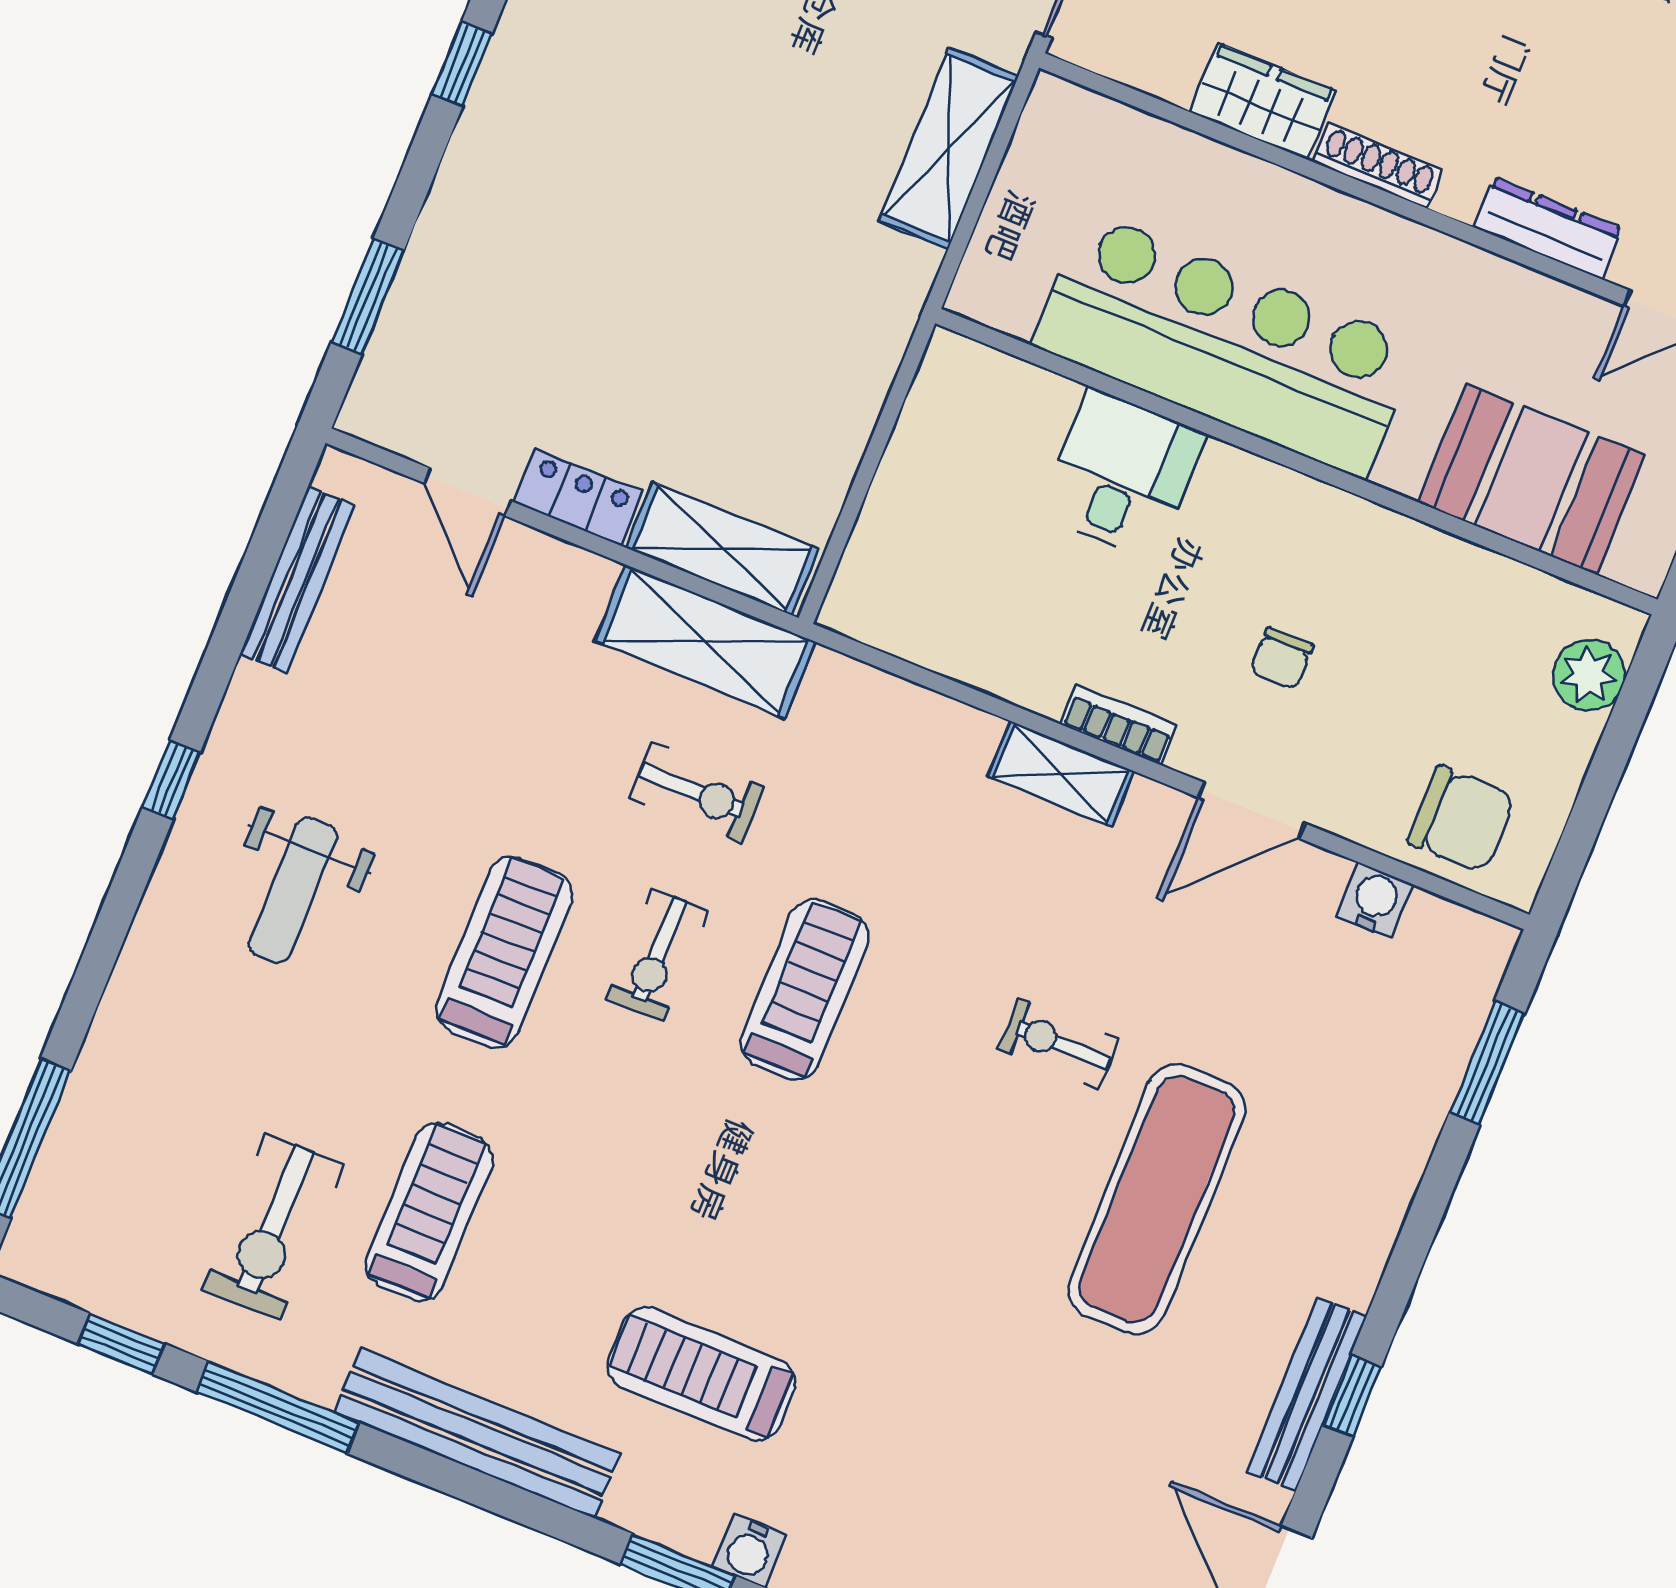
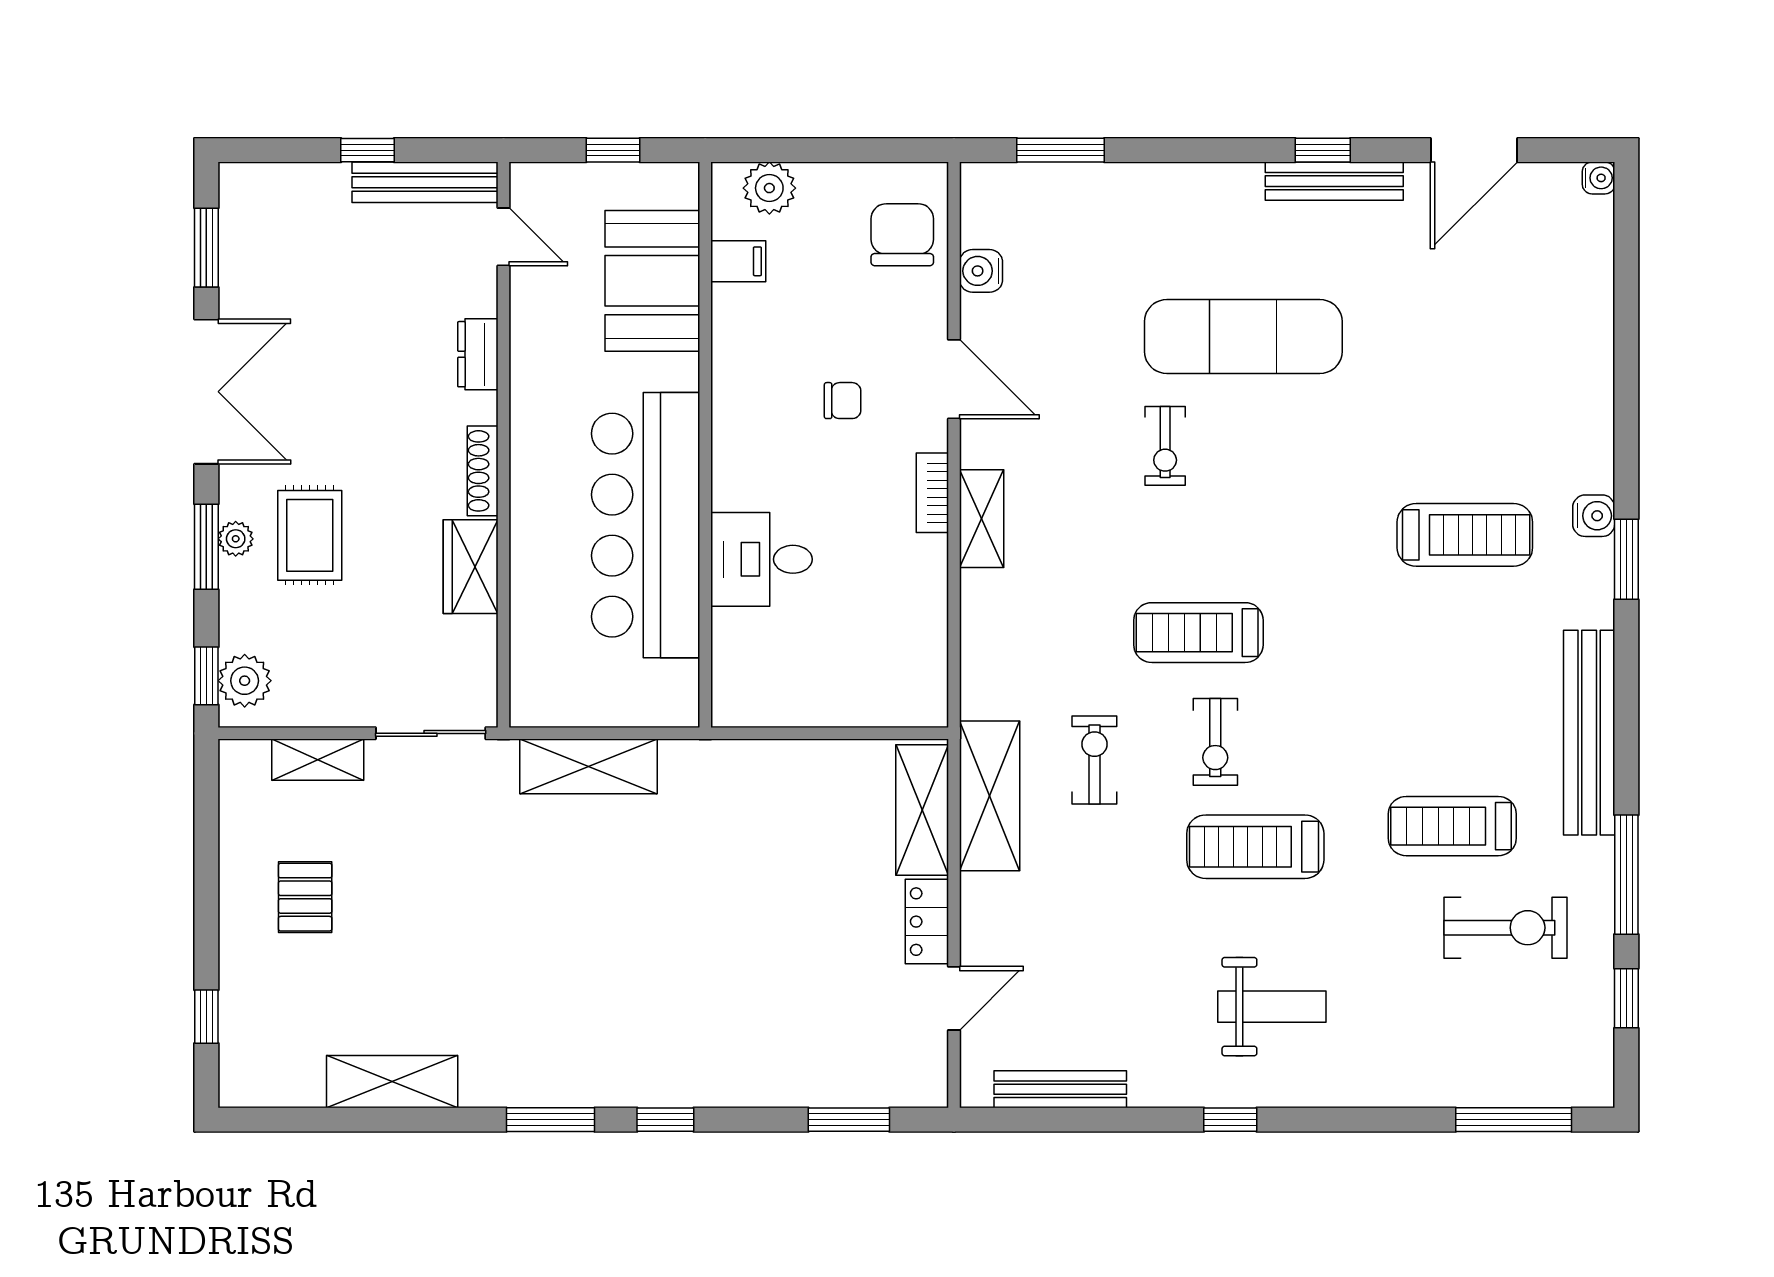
dresser: (1548, 228) -> (478, 354), width x0.70
filing cabinet: (1512, 598) -> (738, 261), added
exercise bike: (658, 955) -> (1215, 742), turned 90
treadmill: (701, 1374) -> (1465, 535), moved, turned -90

